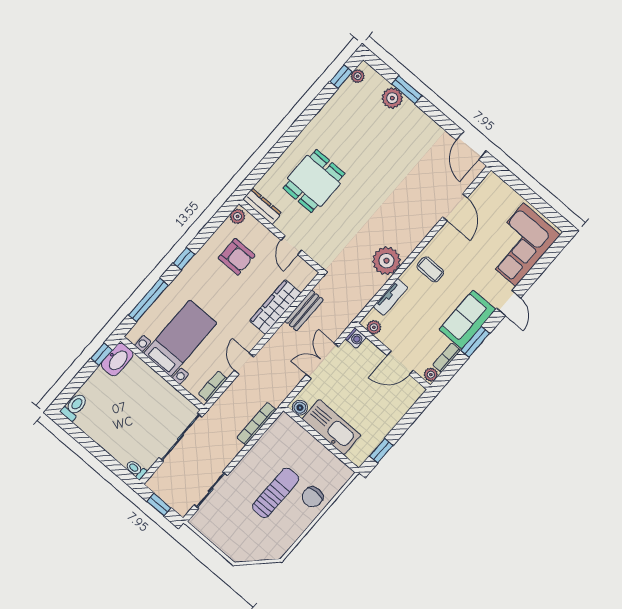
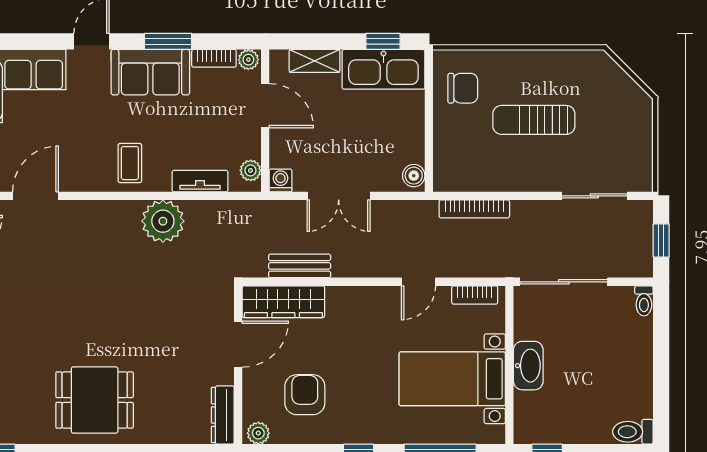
dining table: (314, 181) -> (95, 400), moved
door: (291, 245) -> (238, 344), width x1.38
wardrobe: (275, 307) -> (283, 302), moved
washbasin: (117, 359) -> (528, 366), moved, turned 90
shelving: (401, 408) -> (315, 61), added
kitchen sink: (331, 427) -> (383, 69), moved, turned -90
chair: (313, 497) -> (463, 88), moved

